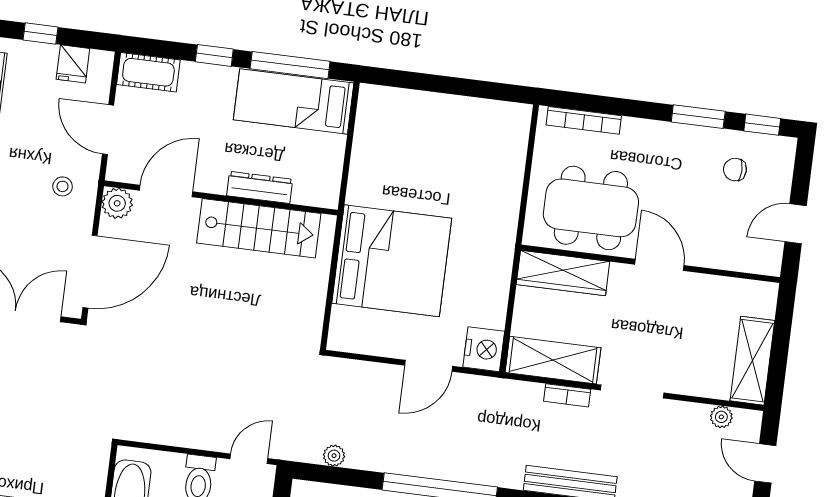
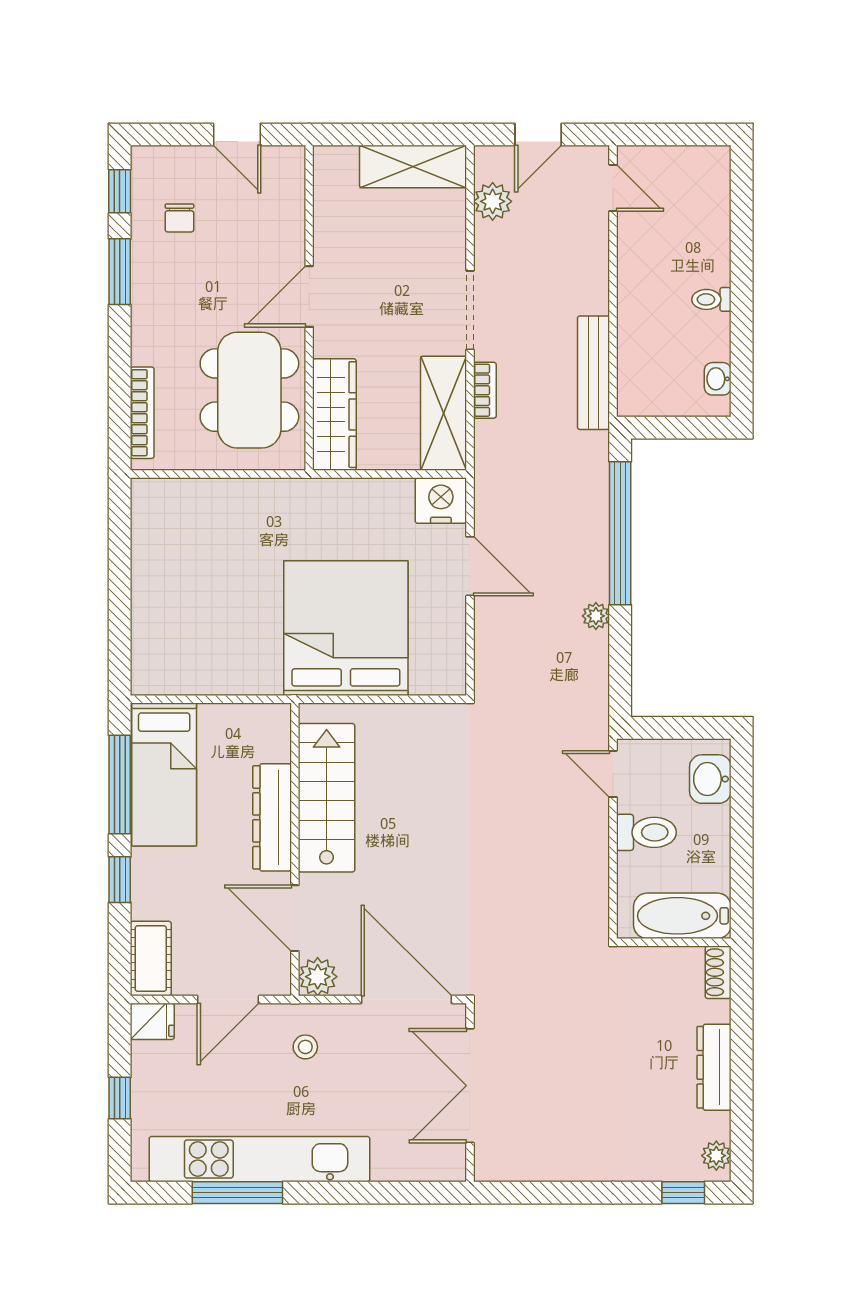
fridge: (73, 64) -> (152, 1021), moved
dresser: (260, 187) -> (272, 817), width x1.37, depth x1.24
plant: (721, 417) -> (493, 201), width x1.38, depth x1.38
plant: (334, 456) -> (596, 616), moved

